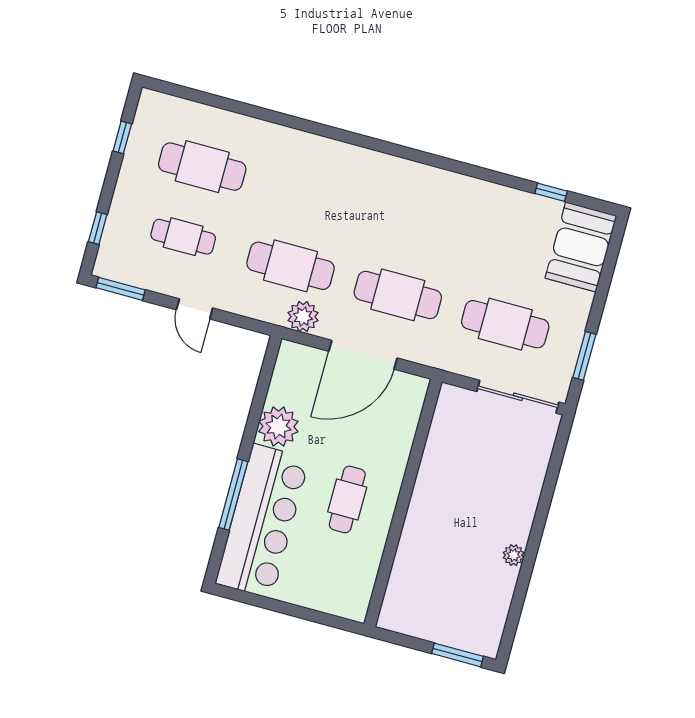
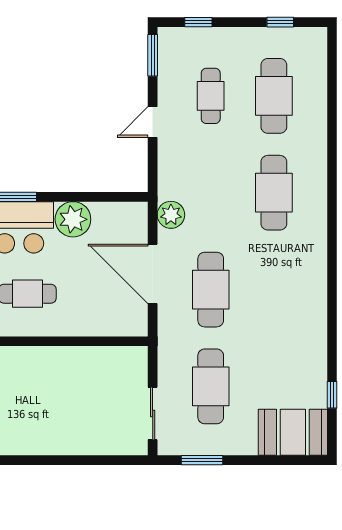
cafe table: (291, 266) -> (274, 193), moved
sliding door: (518, 397) -> (153, 414), width x0.73
plant: (514, 555) -> (19, 446), removed

